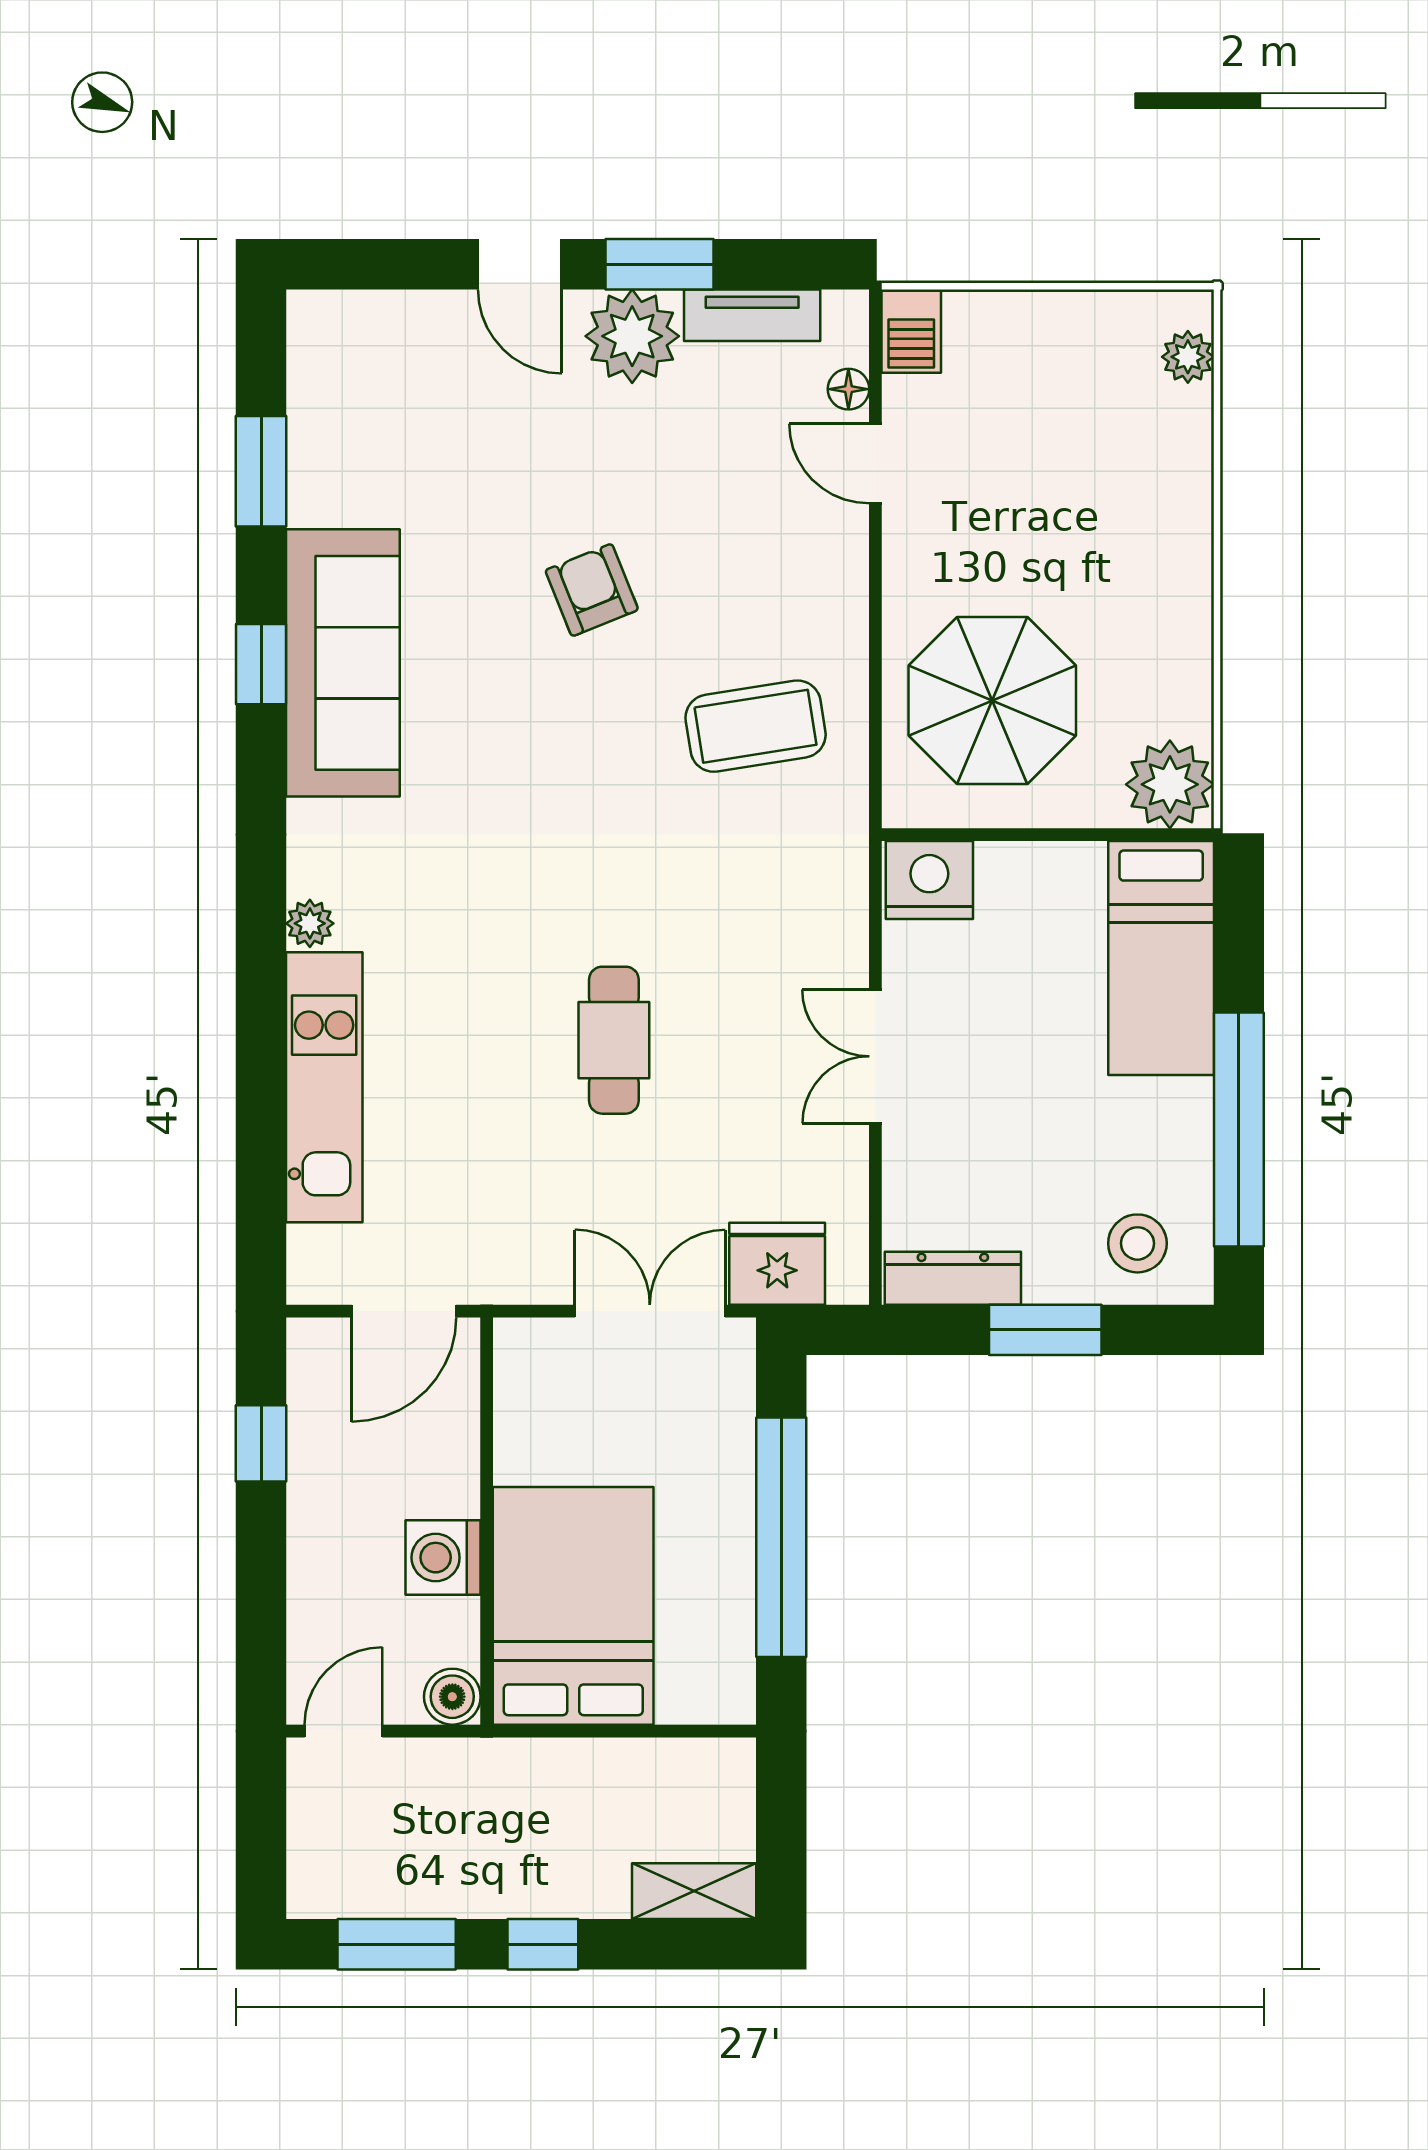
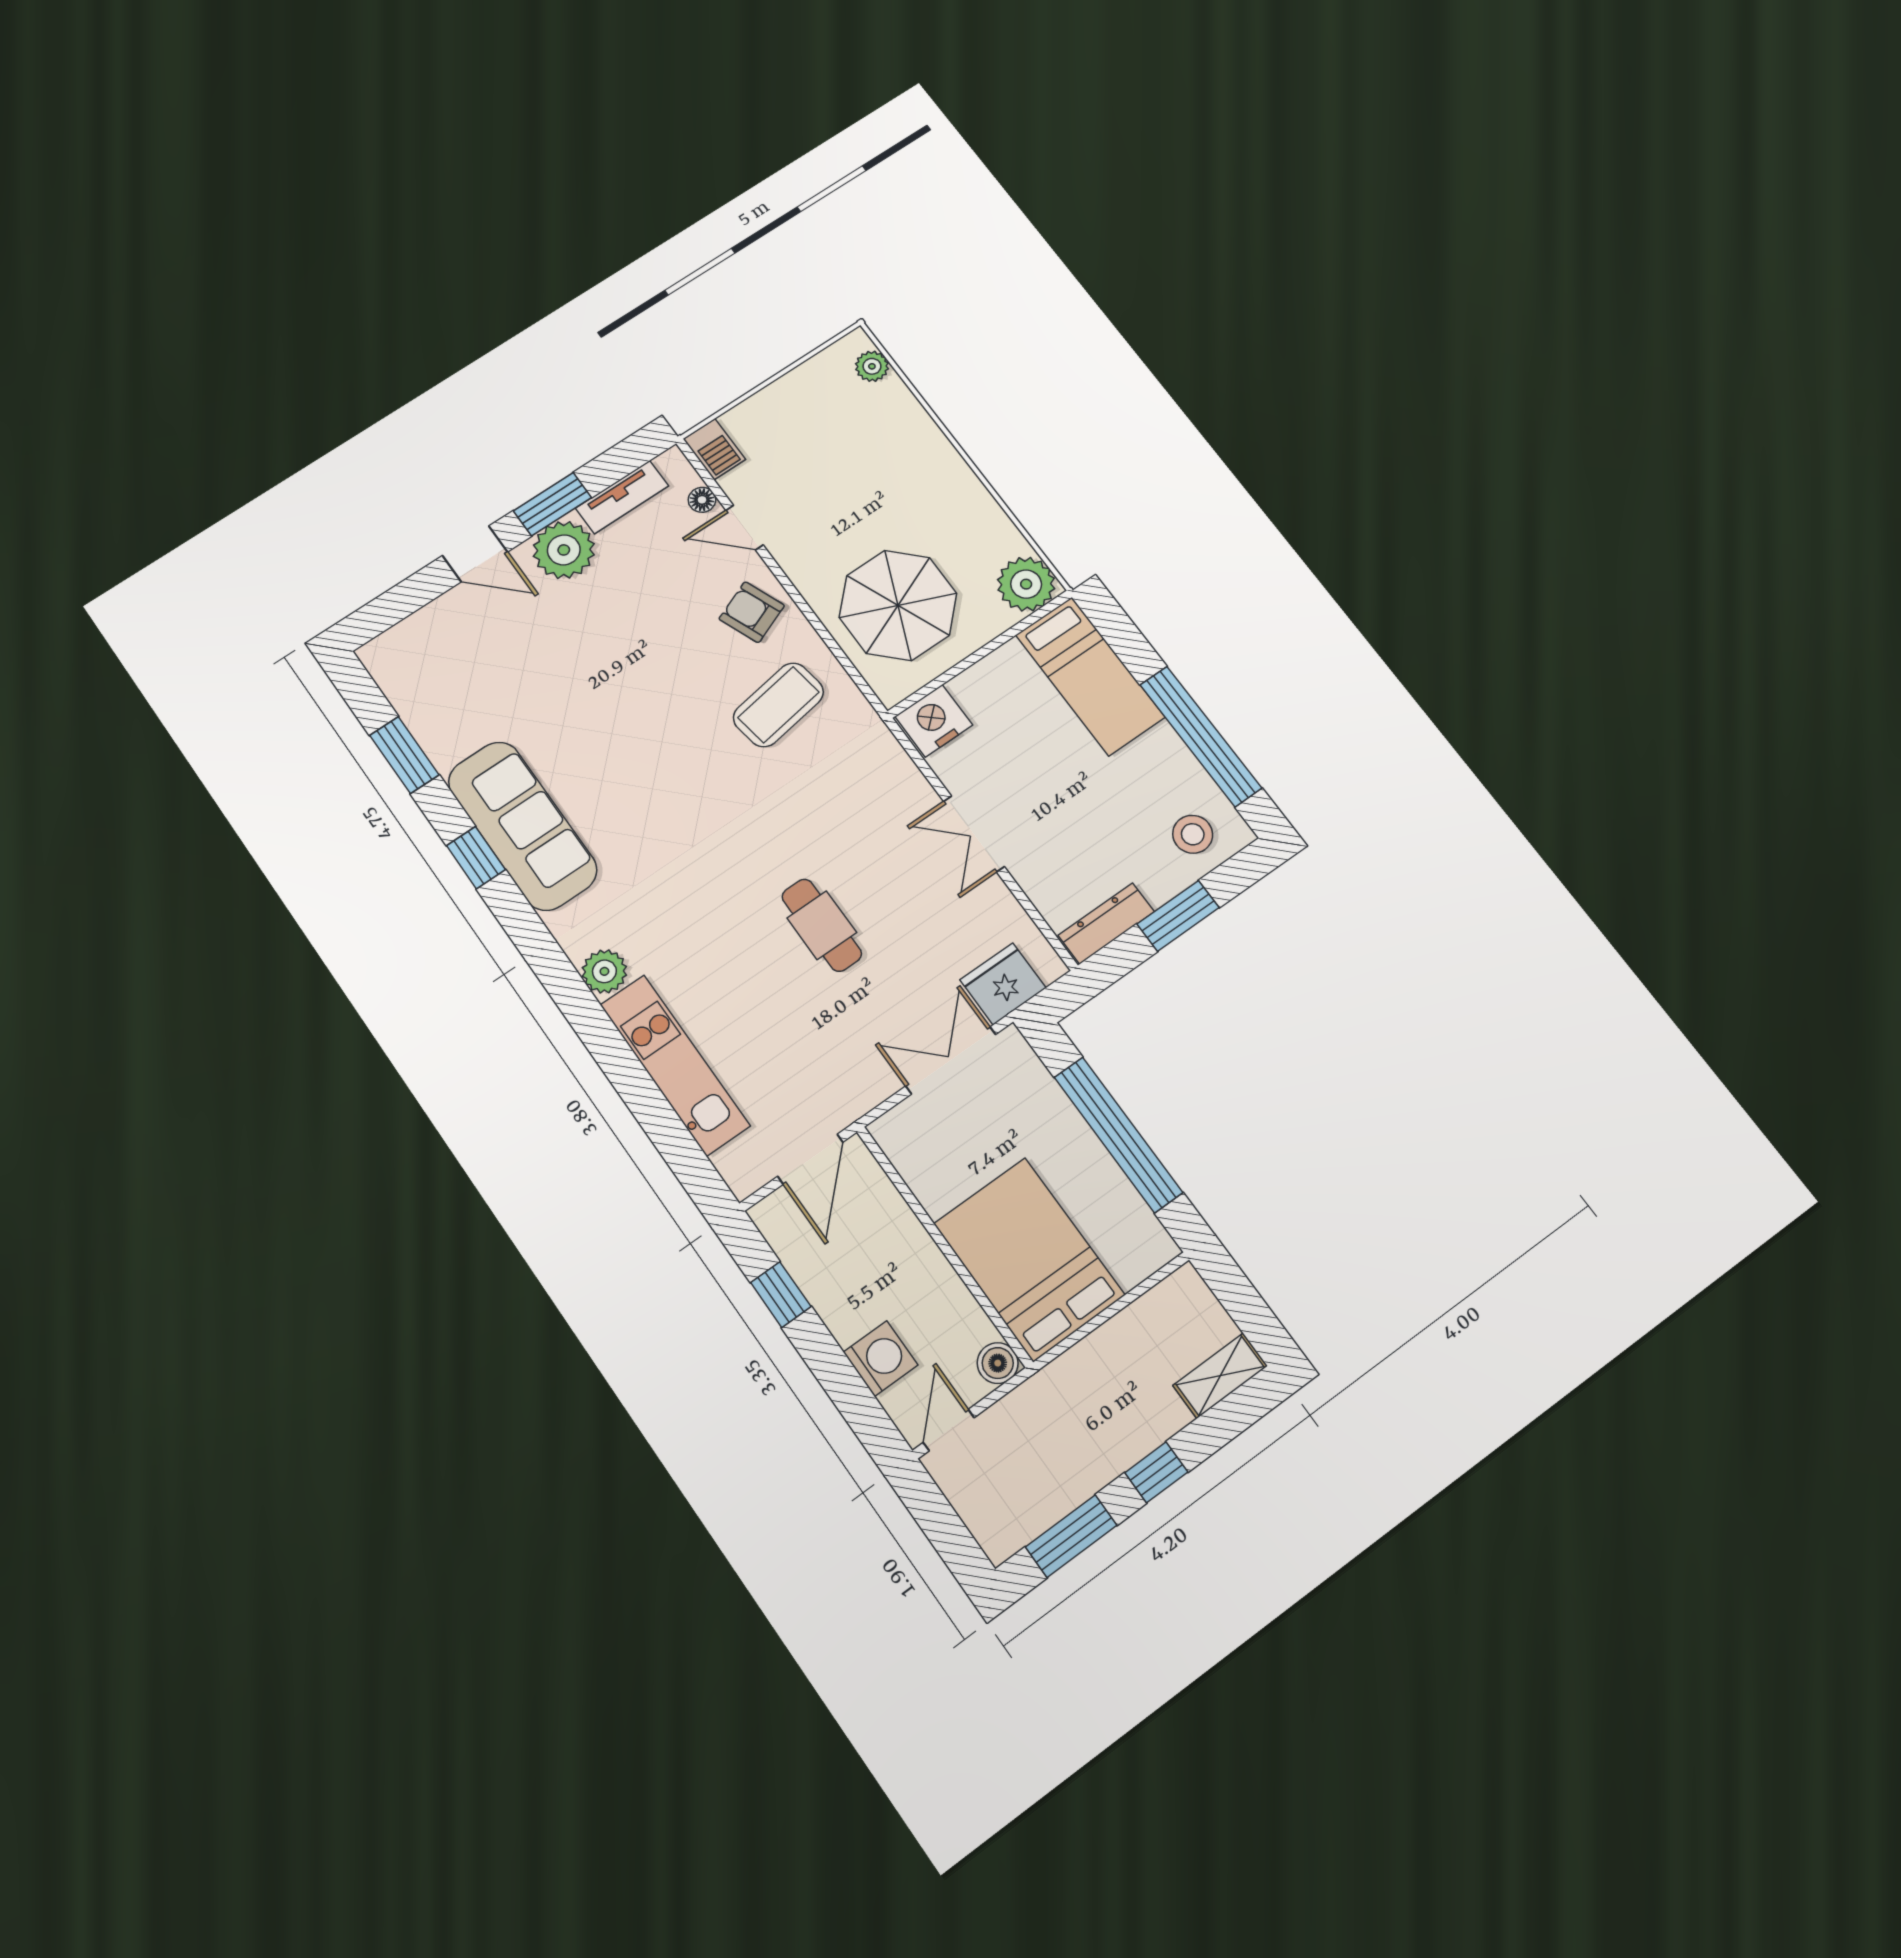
armchair: (592, 590) -> (752, 612), moved
plant: (310, 923) -> (604, 971), width x1.38, depth x1.38
washing machine: (443, 1558) -> (881, 1359), moved, turned 180

